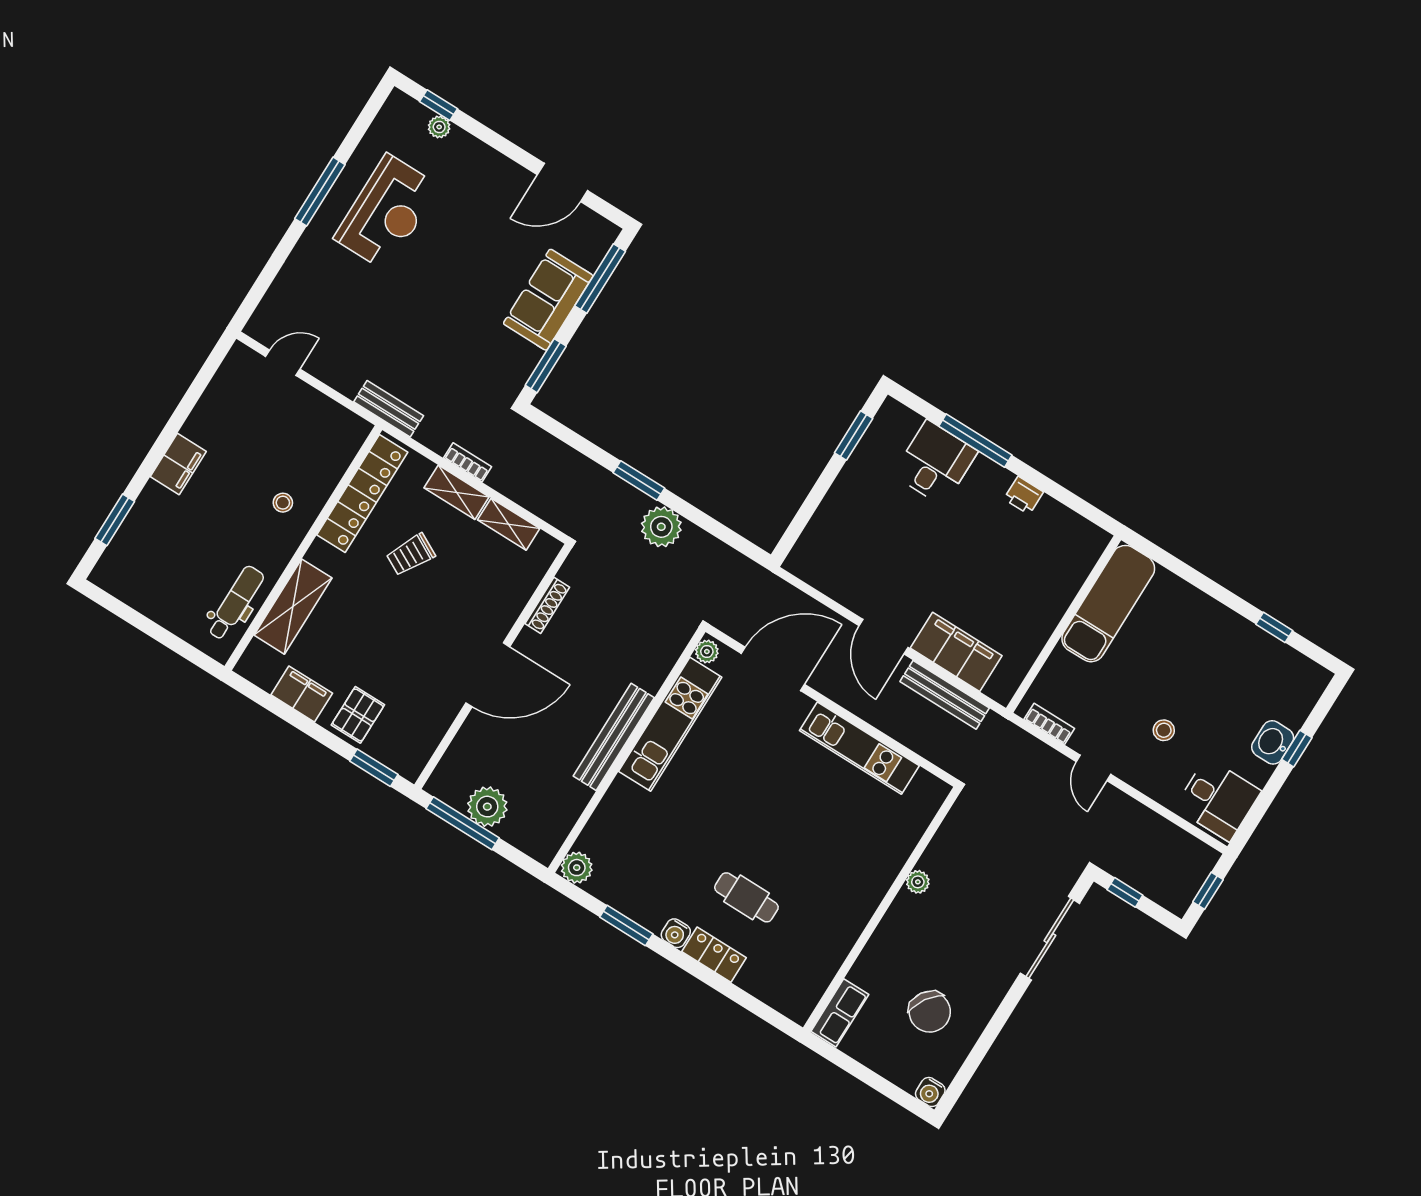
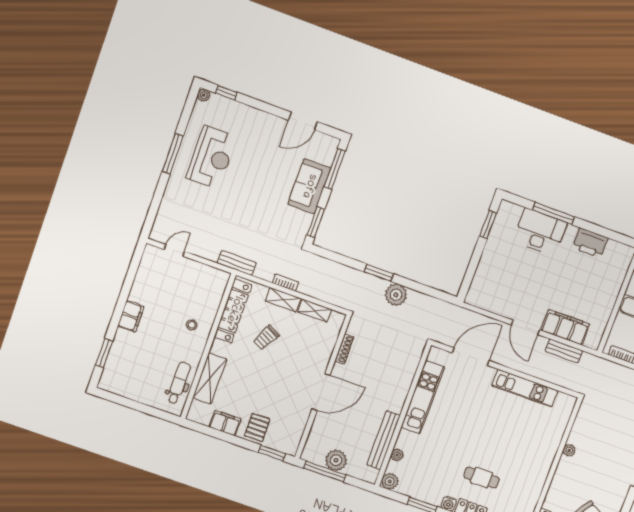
plant: (439, 127) -> (204, 95), moved
desk: (935, 463) -> (540, 232), width x1.37
printer: (1024, 495) -> (590, 243), width x1.87, depth x1.48
plant: (707, 652) -> (397, 455), moved
bench: (945, 695) -> (564, 351), width x0.73
bench: (614, 737) -> (383, 440), moved

